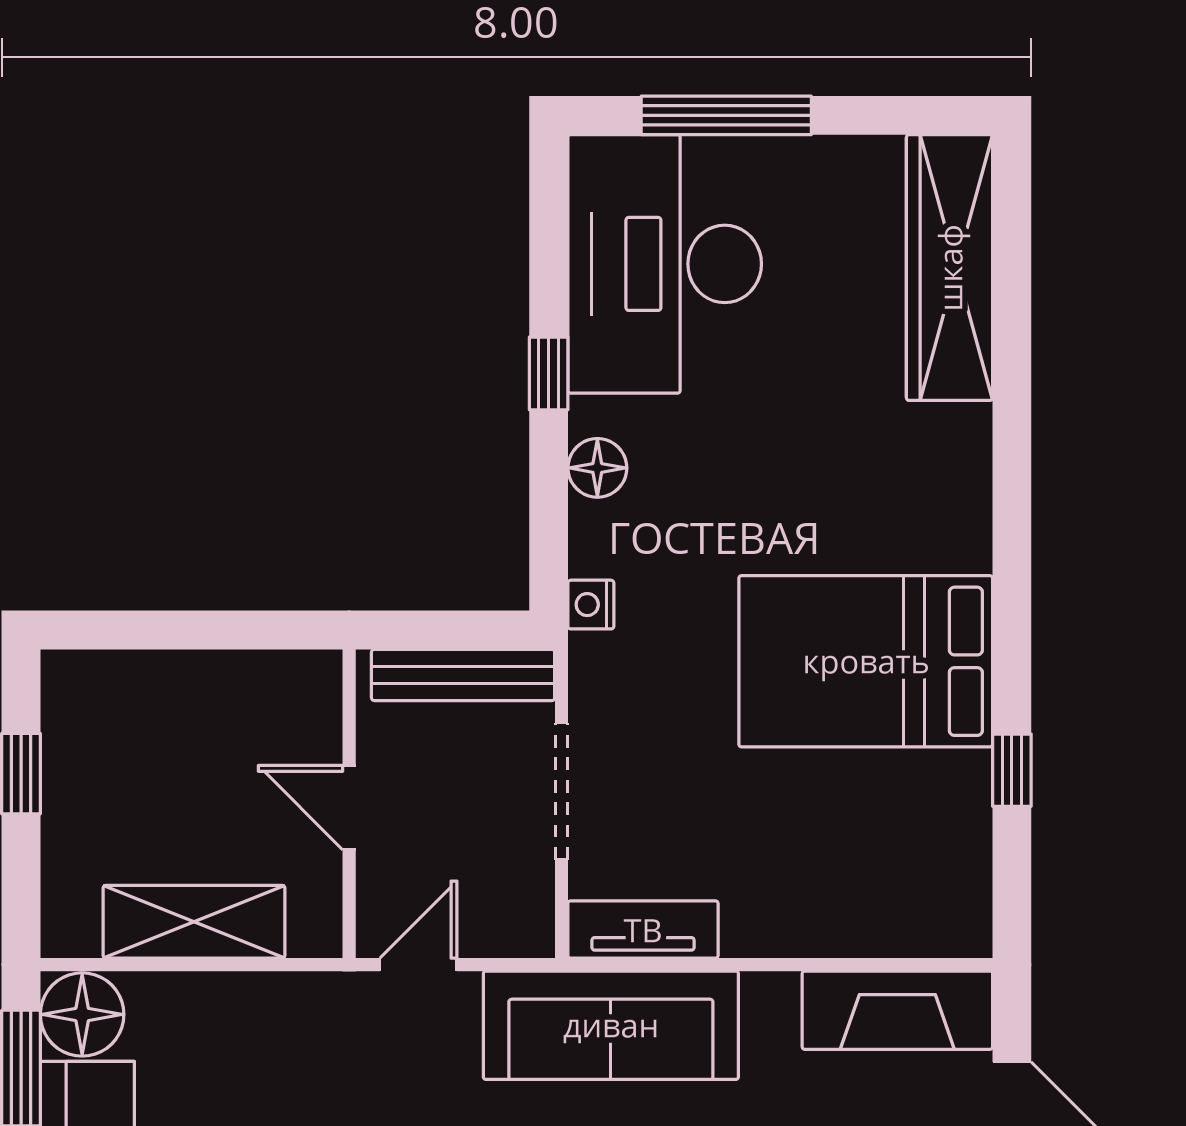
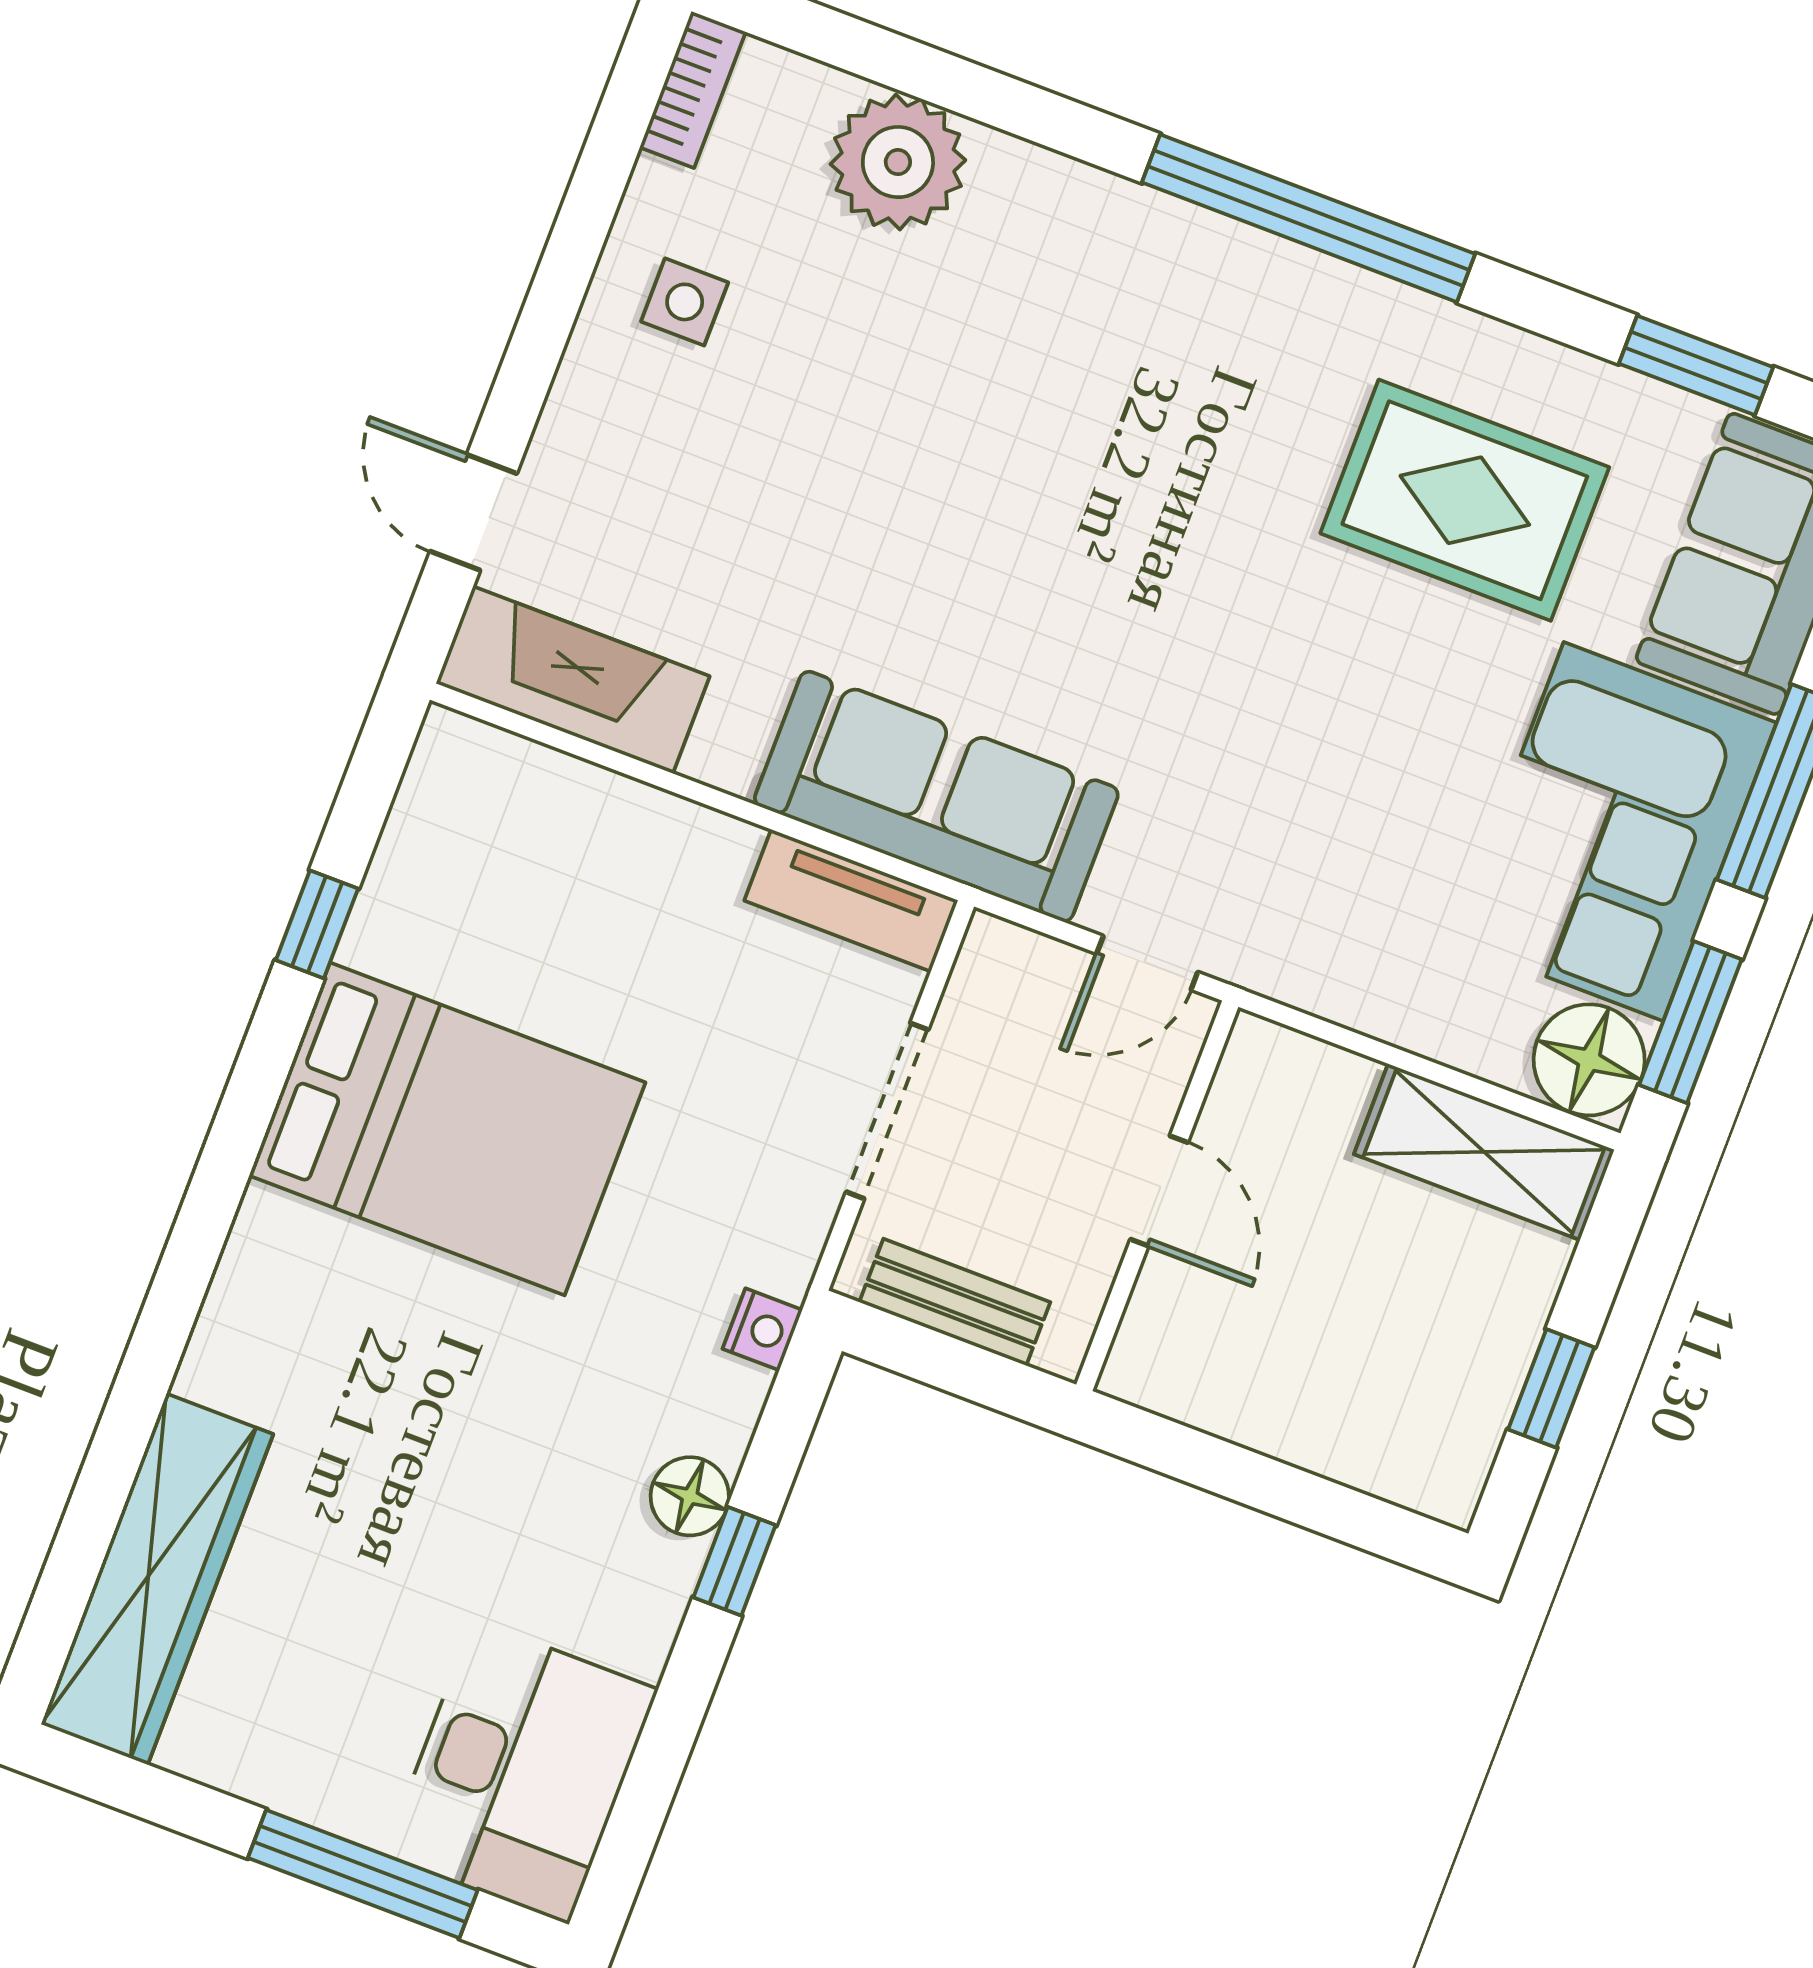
desk: (665, 264) -> (521, 1772), width x0.73, depth x0.77
window: (549, 373) -> (734, 1561), moved
bench: (463, 675) -> (955, 1302), width x0.73
shelving: (194, 922) -> (1484, 1152), moved

